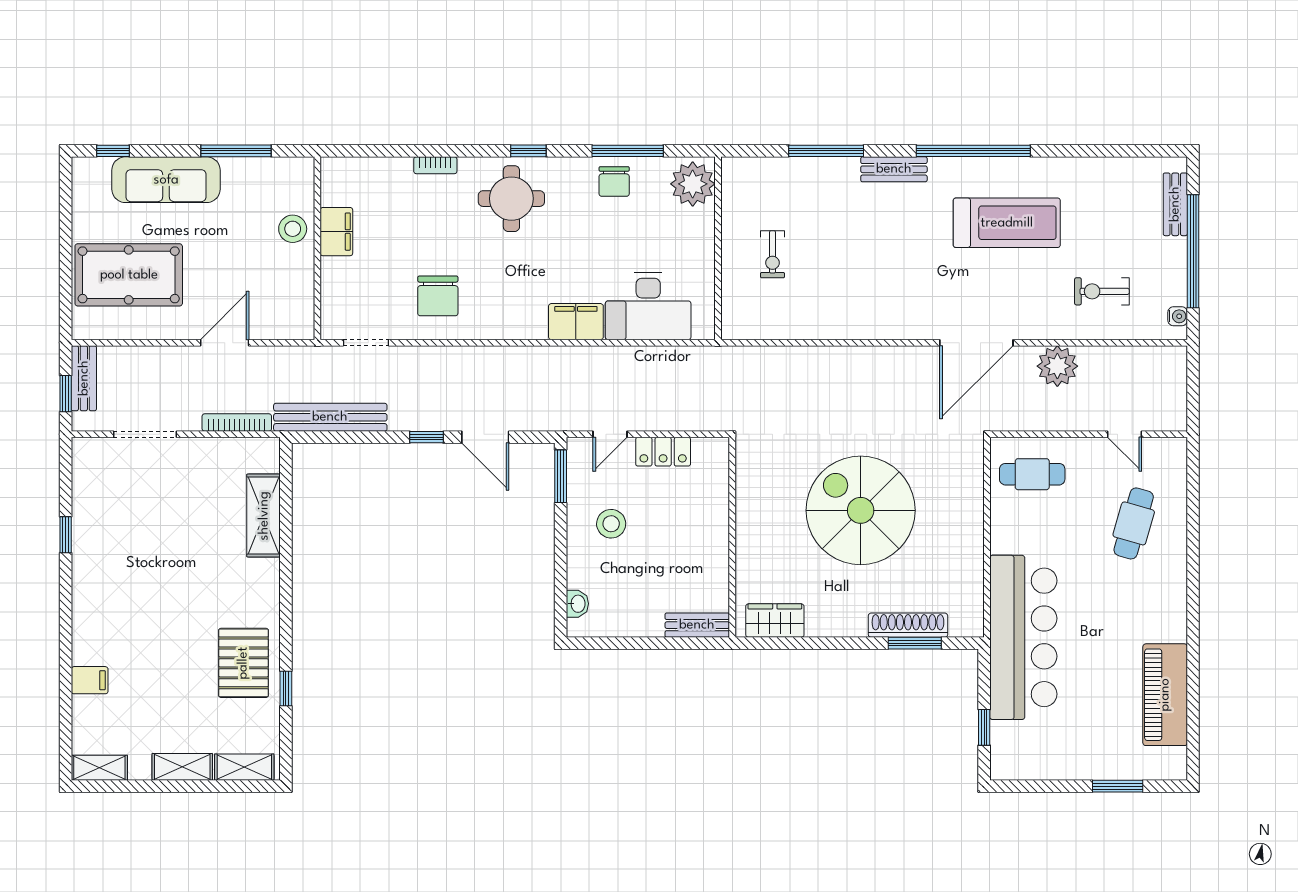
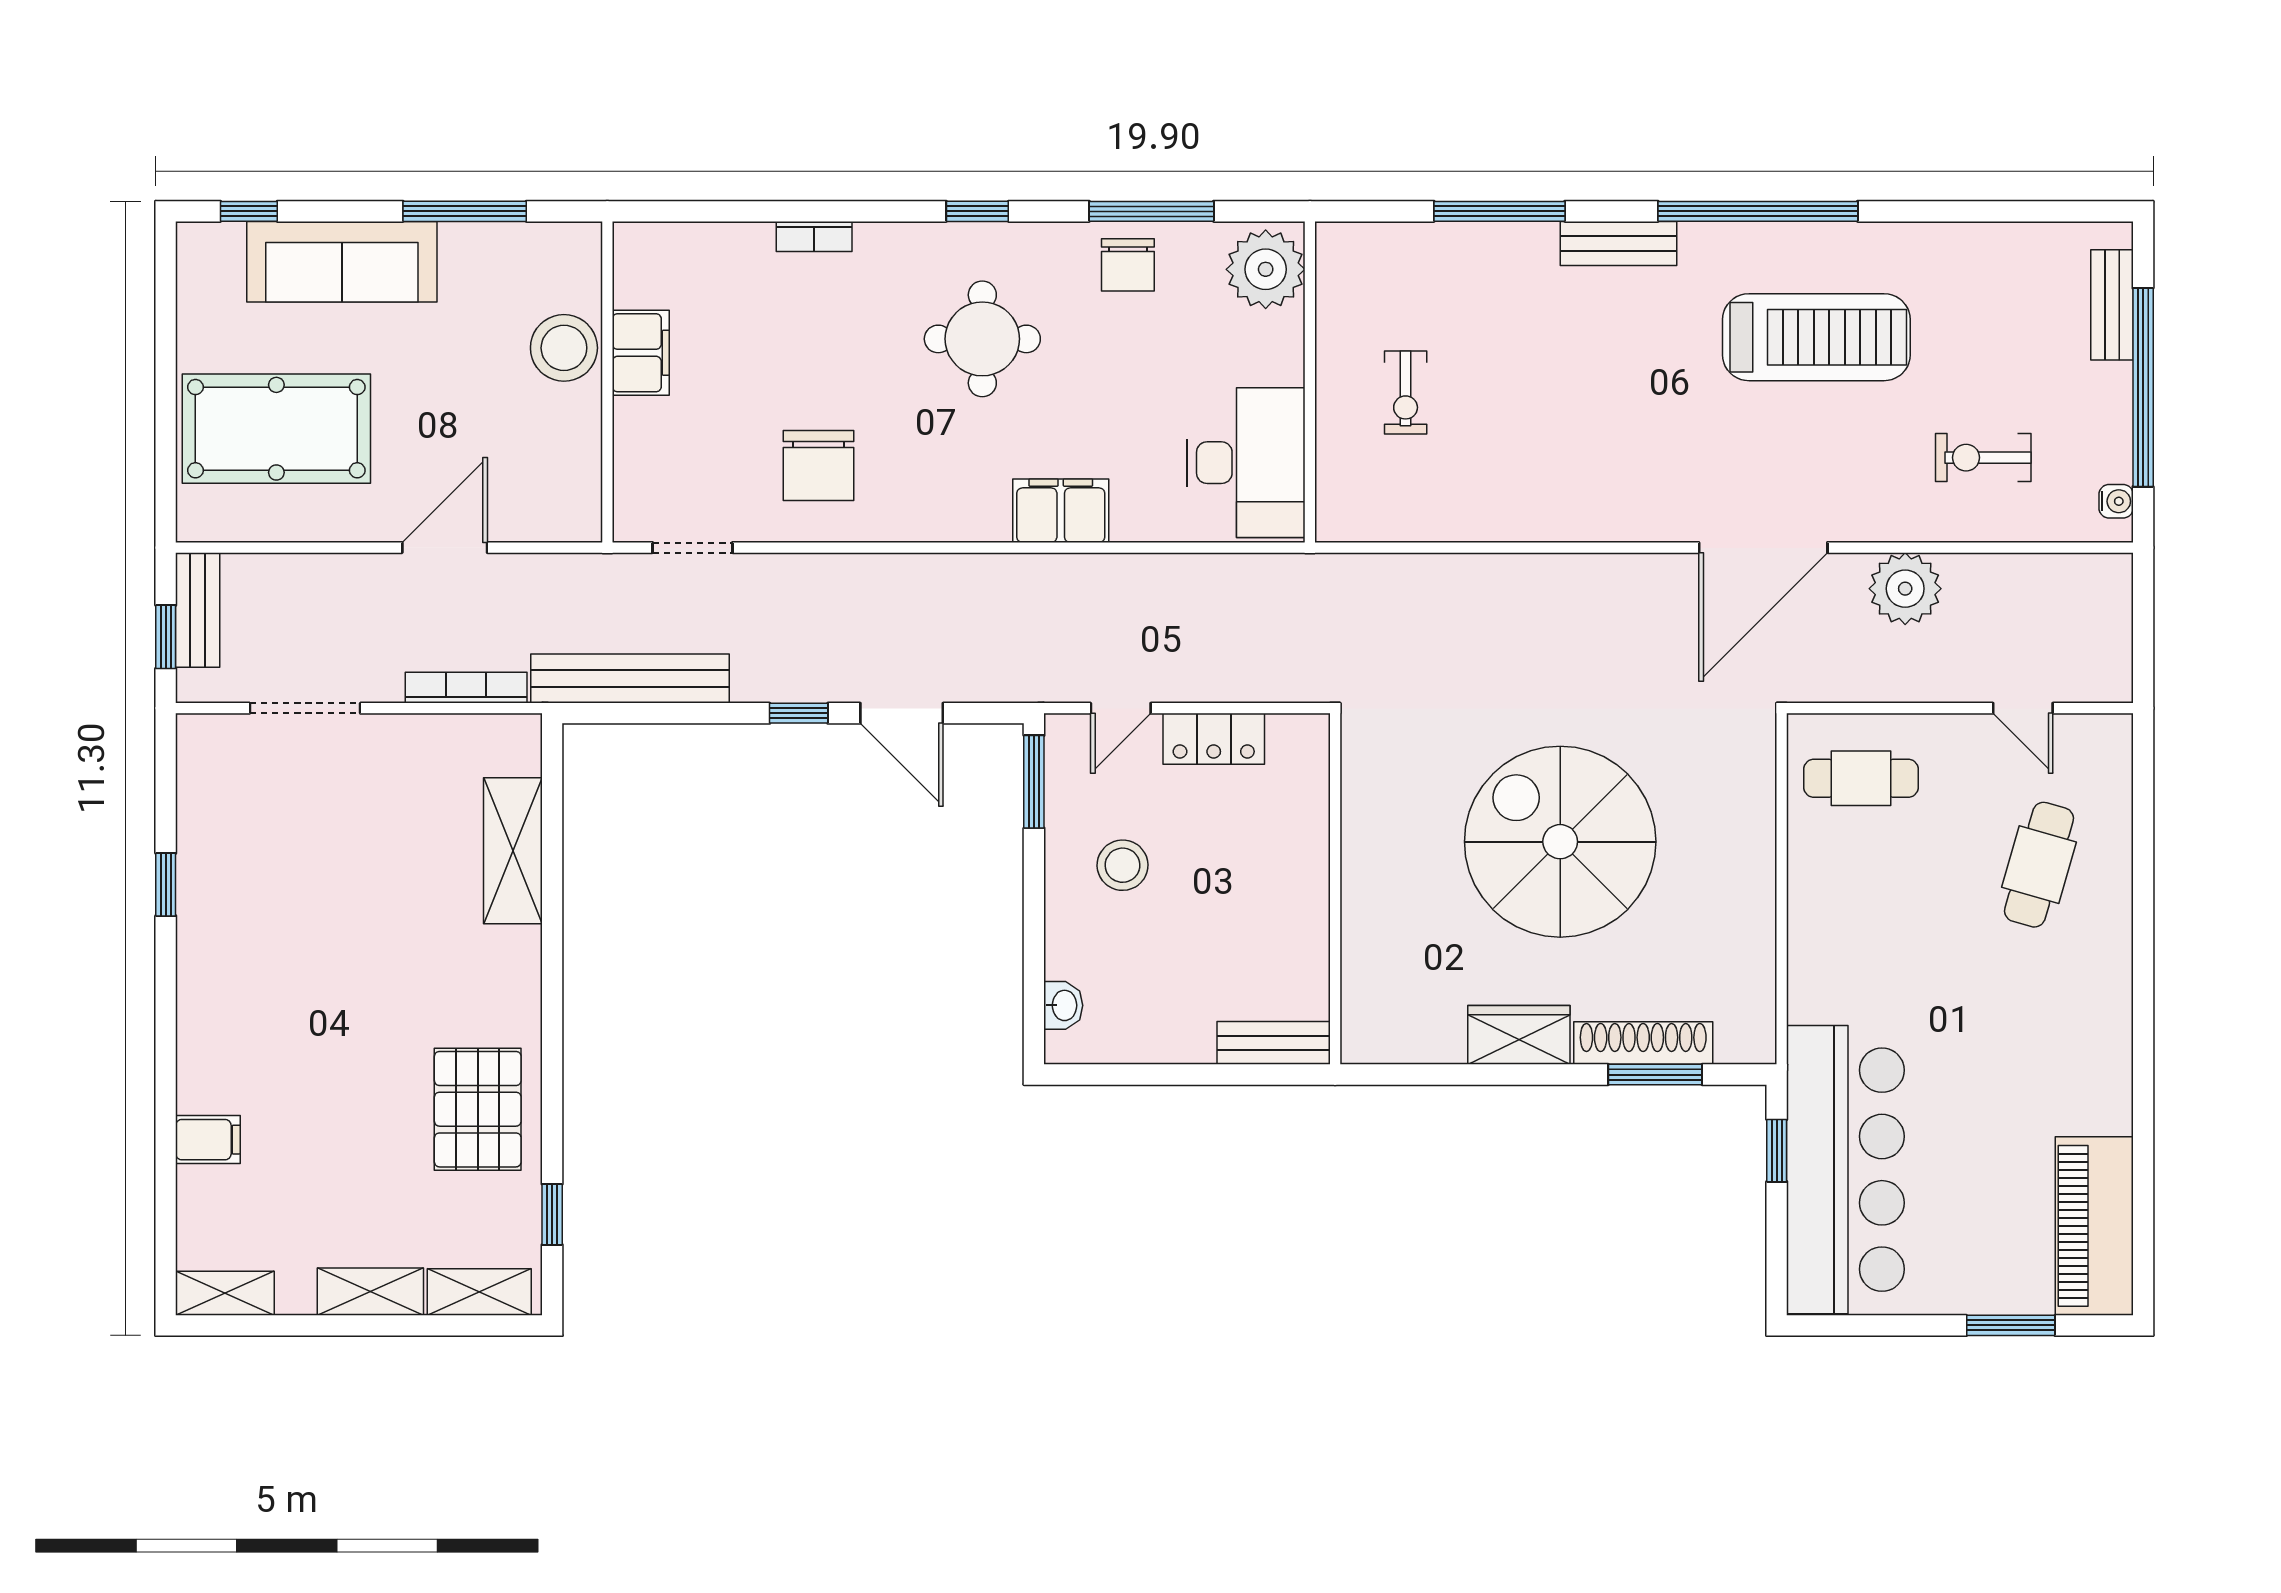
round table: (511, 199) -> (982, 339), moved
stool: (293, 229) -> (564, 348), width x1.38, depth x1.38
desk: (648, 306) -> (1246, 463), moved, turned -90
wardrobe: (775, 621) -> (1519, 1035), moved
bar counter: (1023, 637) -> (1845, 1170), moved
window: (286, 688) -> (552, 1214), moved
piano: (1165, 695) -> (2094, 1226), moved
window: (984, 727) -> (1777, 1151), moved

